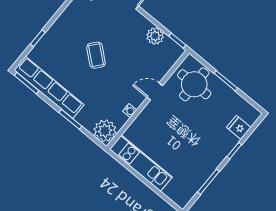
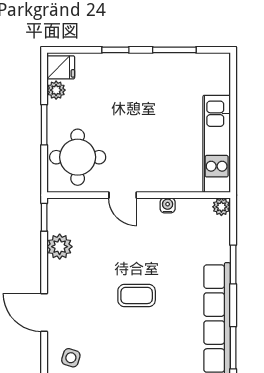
coffee table: (96, 55) -> (137, 295), turned 50
plant: (239, 102) -> (56, 90), added
fridge: (239, 127) -> (61, 67), moved, turned -90
plant: (105, 131) -> (221, 207), width x0.53, depth x0.53

